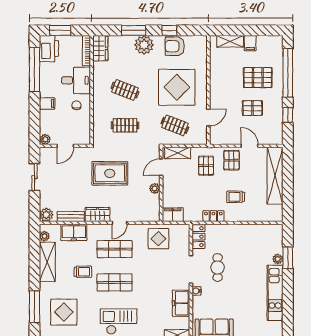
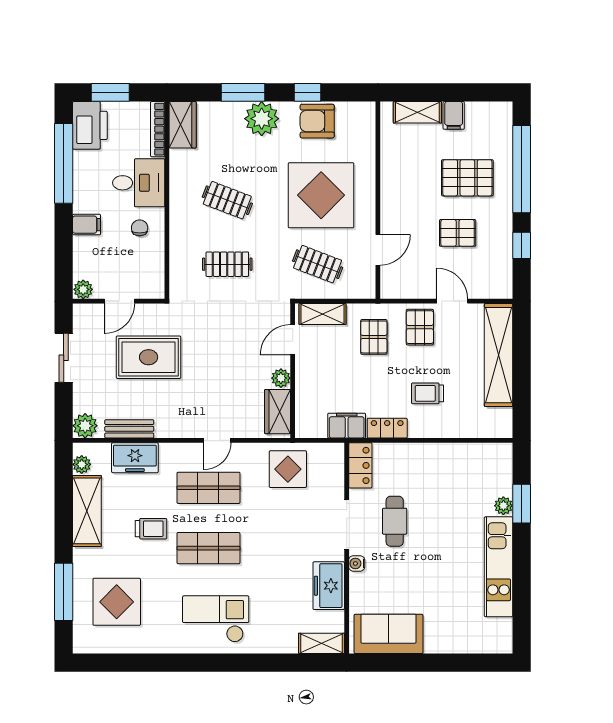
rug: (110, 173) -> (149, 357), moved
wardrobe: (98, 214) -> (278, 412), moved, turned -90
filing cabinet: (173, 215) -> (347, 426), moved

